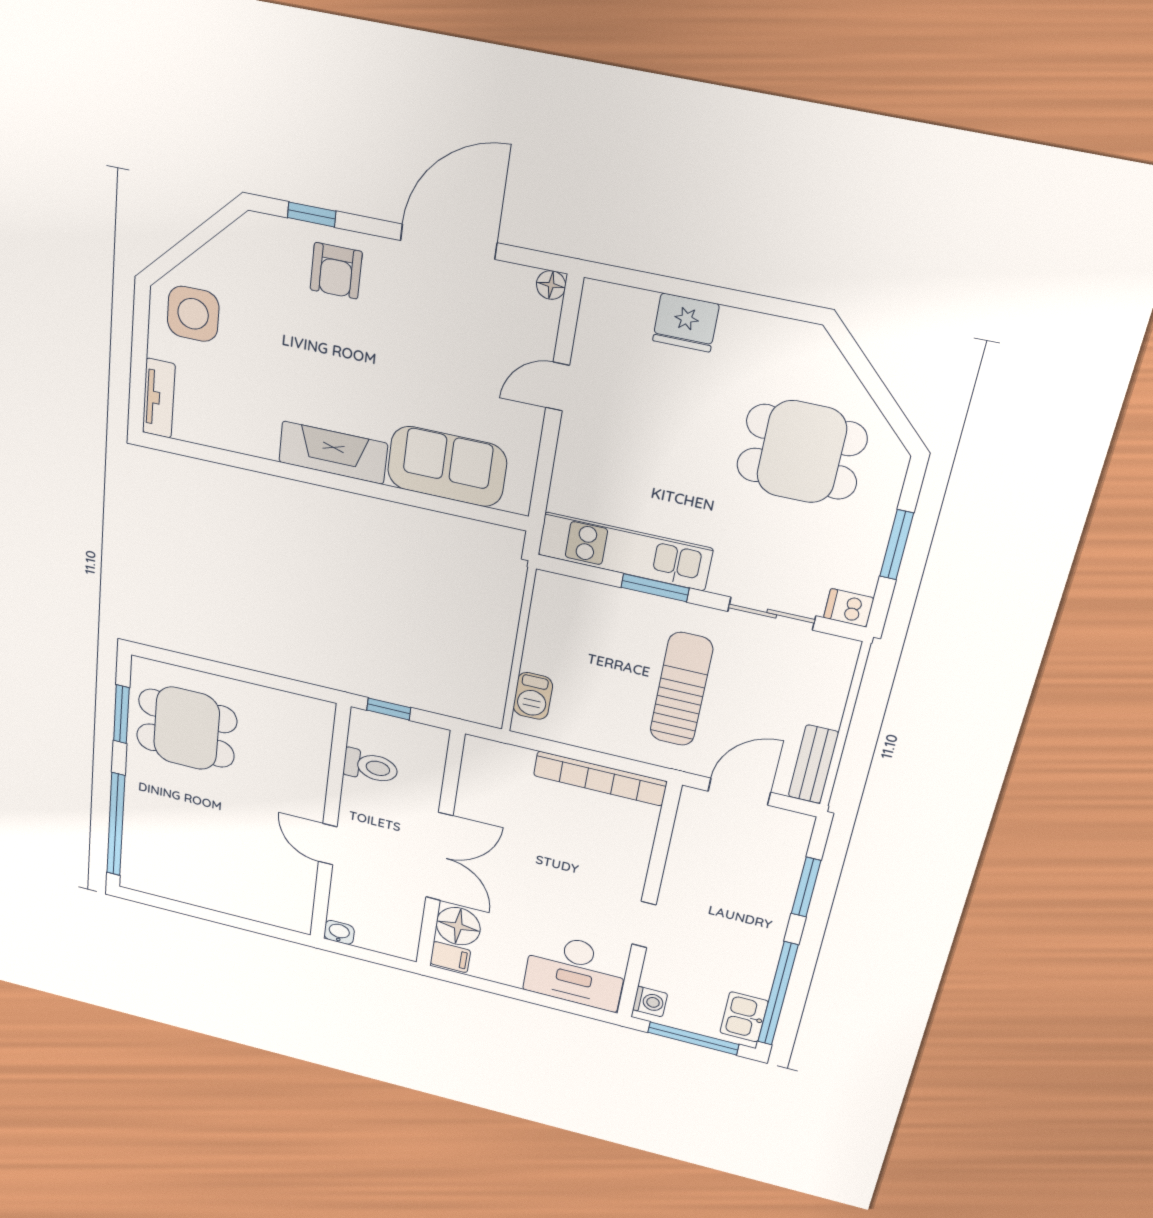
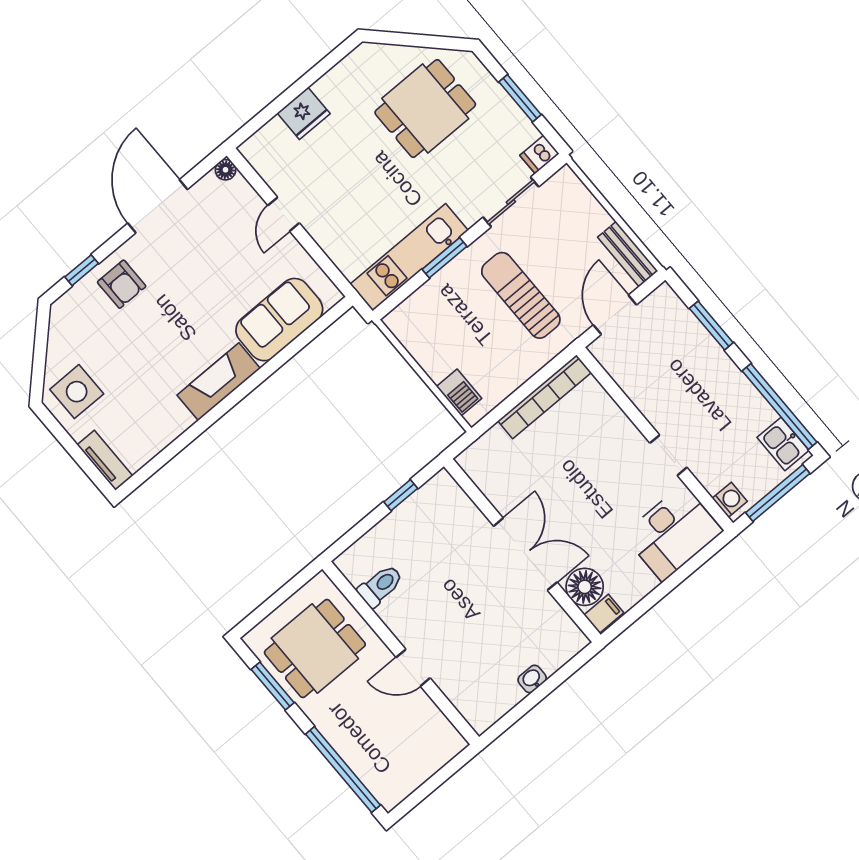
toilet: (370, 767) -> (380, 586), moved
wall: (330, 825) -> (401, 653), moved
door: (328, 844) -> (413, 668), moved

